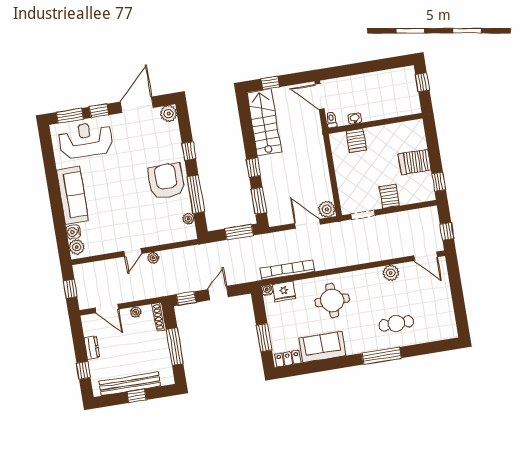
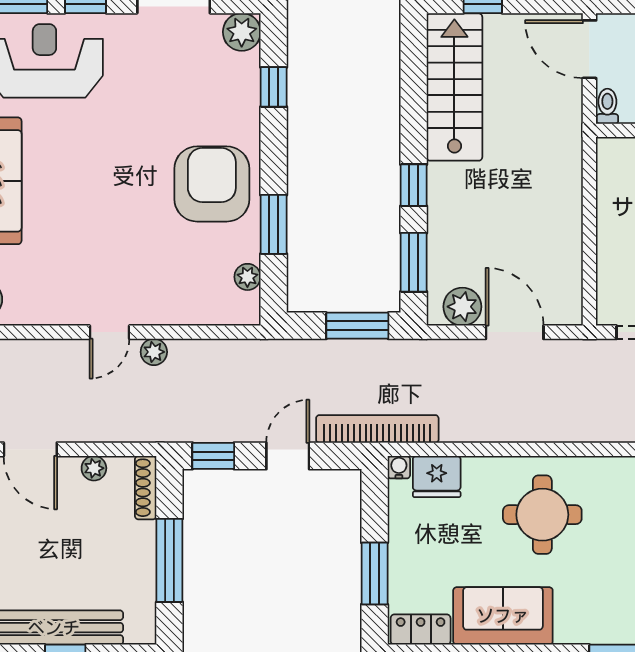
window: (189, 151) -> (274, 87), moved
window: (196, 194) -> (274, 224), width x0.69
plant: (327, 209) -> (462, 307), moved
bookcase: (287, 270) -> (377, 429), moved

